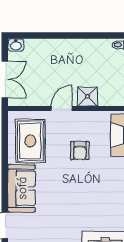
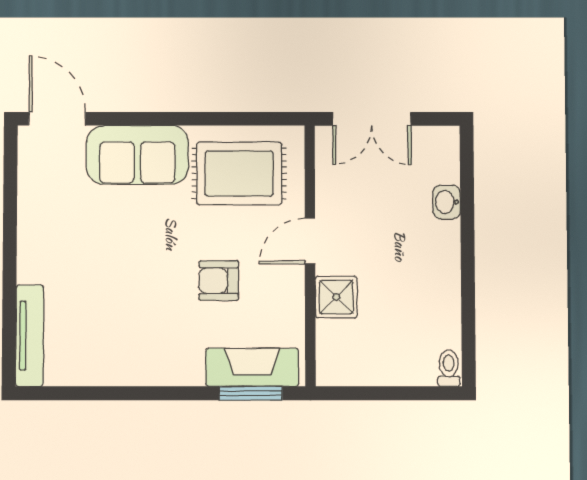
washbasin: (16, 45) -> (447, 202), moved
door: (62, 108) -> (310, 241), swing flipped

